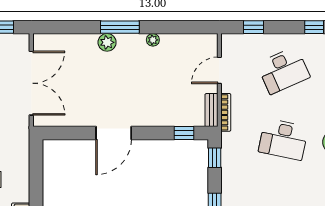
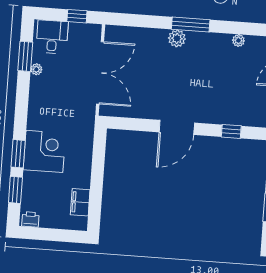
plant: (153, 40) -> (238, 40), moved
window: (184, 133) -> (231, 131), moved

